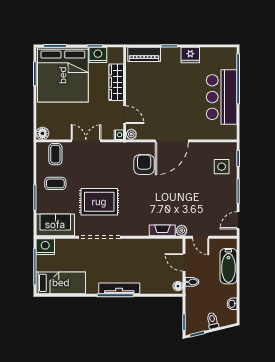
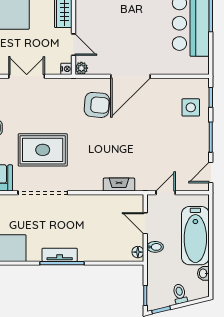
armchair: (144, 165) -> (97, 105), turned 95
plant: (182, 230) -> (142, 185), removed
door: (201, 237) -> (166, 193), swing flipped
bathtub: (228, 266) -> (195, 236), width x1.36, depth x1.36
tv unit: (119, 288) -> (60, 255), width x0.71

